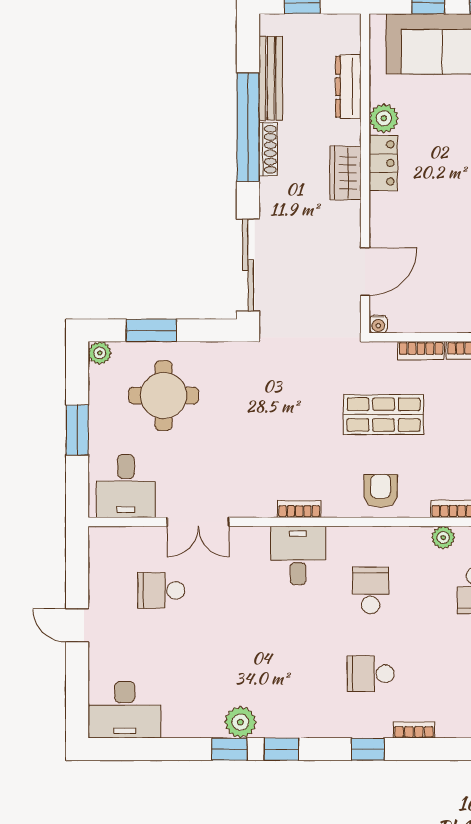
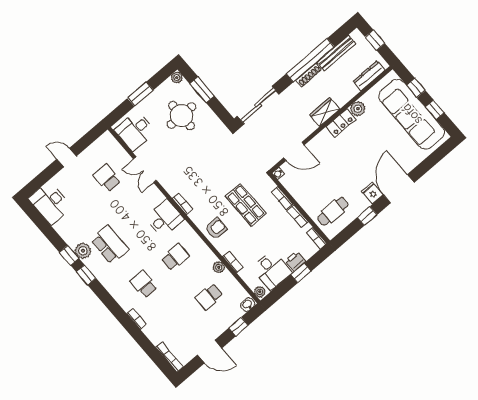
dresser: (348, 87) -> (369, 76), moved
door: (77, 625) -> (67, 158), hinge flipped
school desk: (266, 674) -> (110, 245), added
window: (368, 749) -> (114, 308), removed

